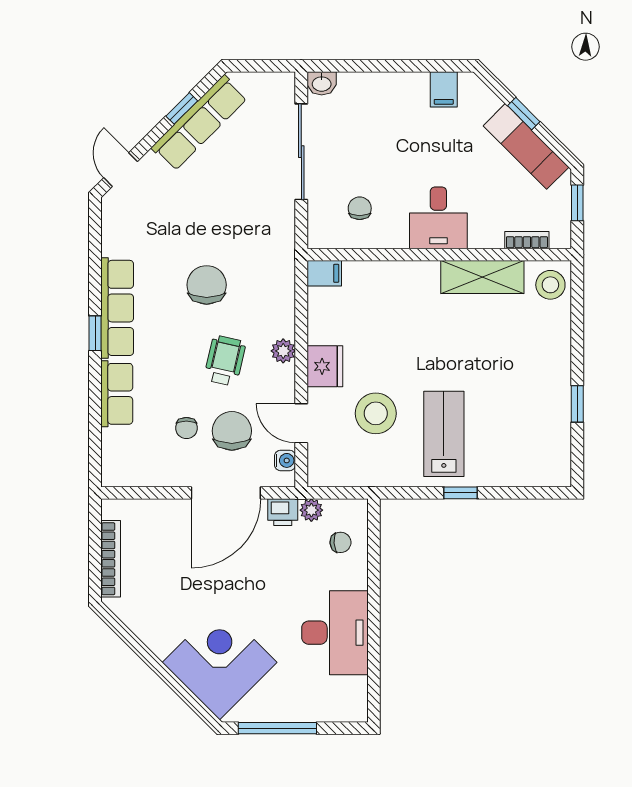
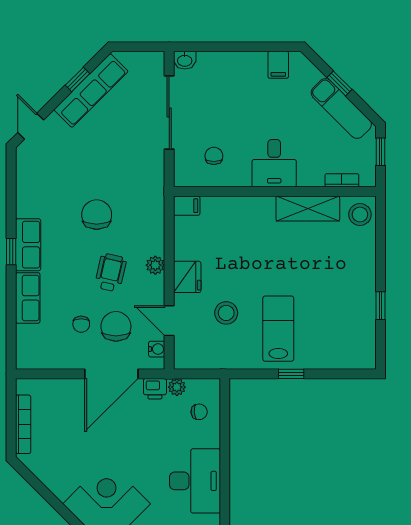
row of seats: (117, 308) -> (28, 245), width x0.68
stool: (376, 413) -> (226, 313), width x0.73, depth x0.73

